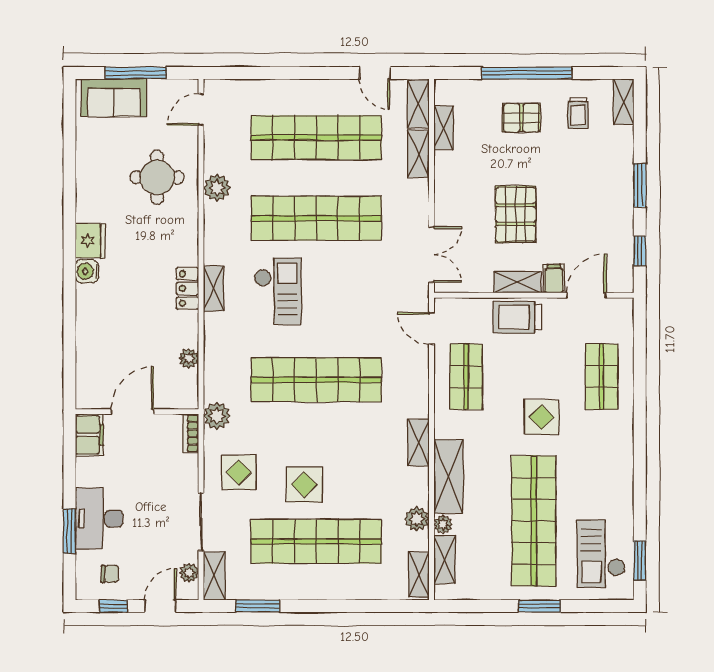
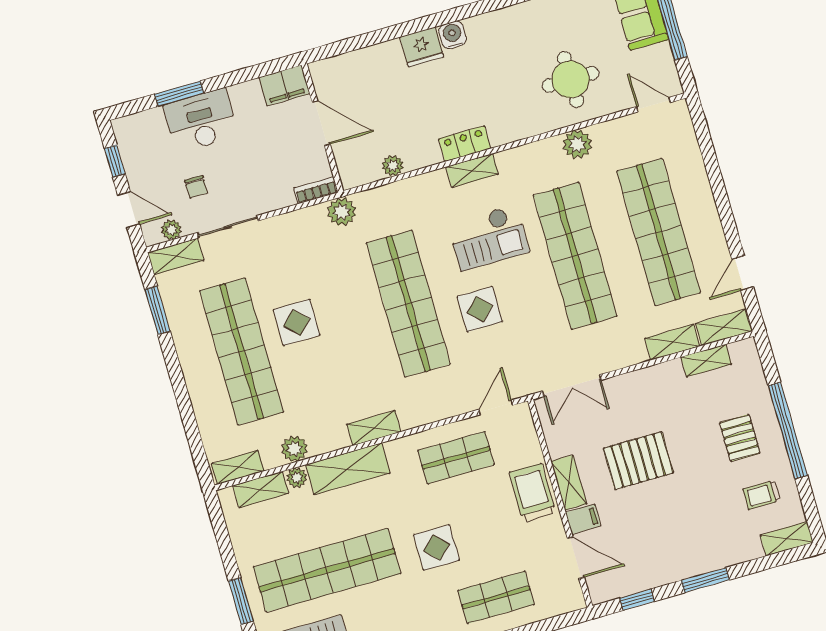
fridge: (90, 241) -> (422, 47), moved
display table: (239, 472) -> (480, 309), moved
chair: (110, 574) -> (196, 187), moved

